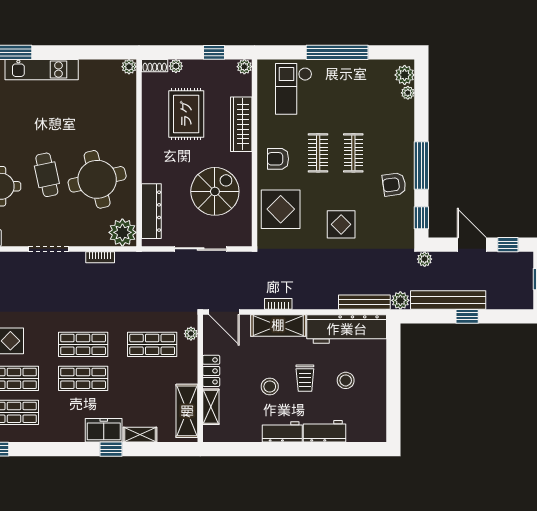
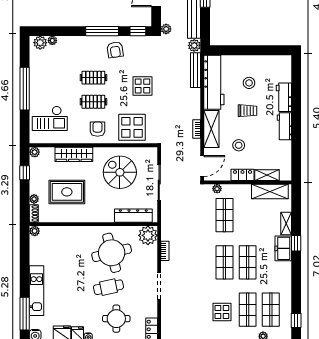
armchair: (278, 159) -> (98, 129), turned 180
stool: (270, 386) -> (239, 145), moved

